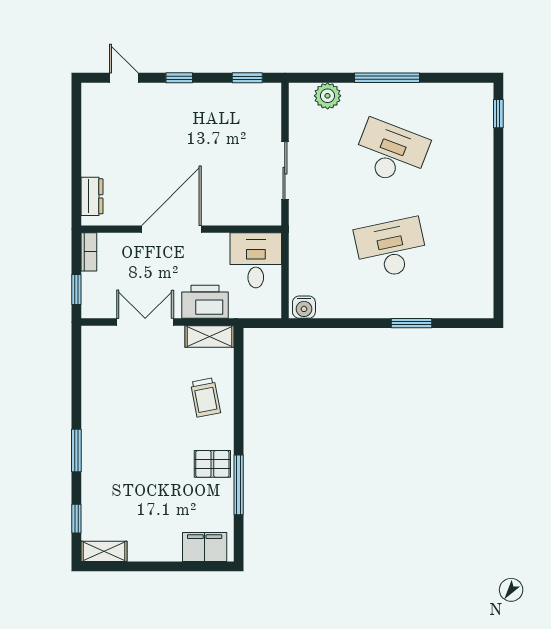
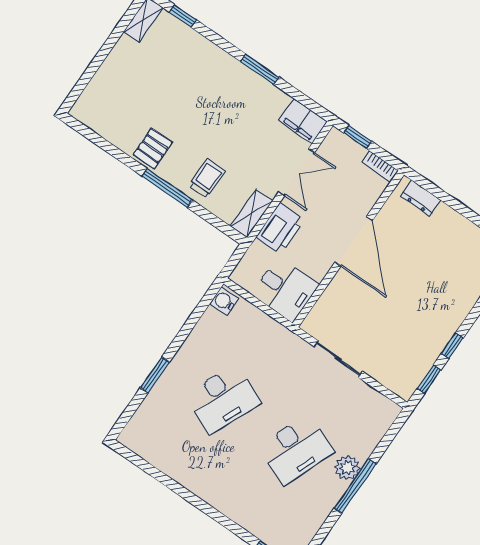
window: (179, 78) -> (452, 346), moved
plant: (328, 96) -> (347, 468), moved
desk: (391, 248) -> (223, 399), turned 36
trolley: (205, 397) -> (207, 178), turned 101
window: (76, 450) -> (260, 69), moved
window: (239, 485) -> (167, 188), moved
filing cabinet: (205, 547) -> (303, 121), moved, turned 90

